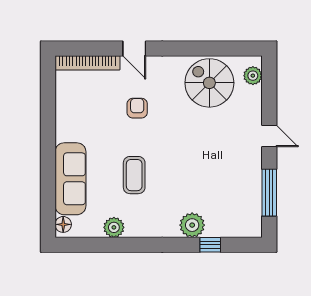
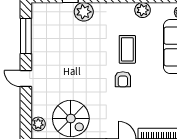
armchair: (137, 108) -> (123, 79), moved

